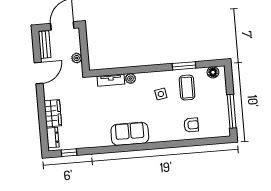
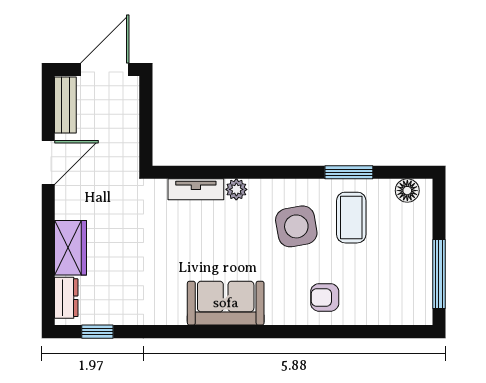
plant: (77, 58) -> (129, 138), removed
side table: (161, 94) -> (296, 226), width x1.87, depth x1.87
armchair: (191, 125) -> (325, 297), moved, turned 180

